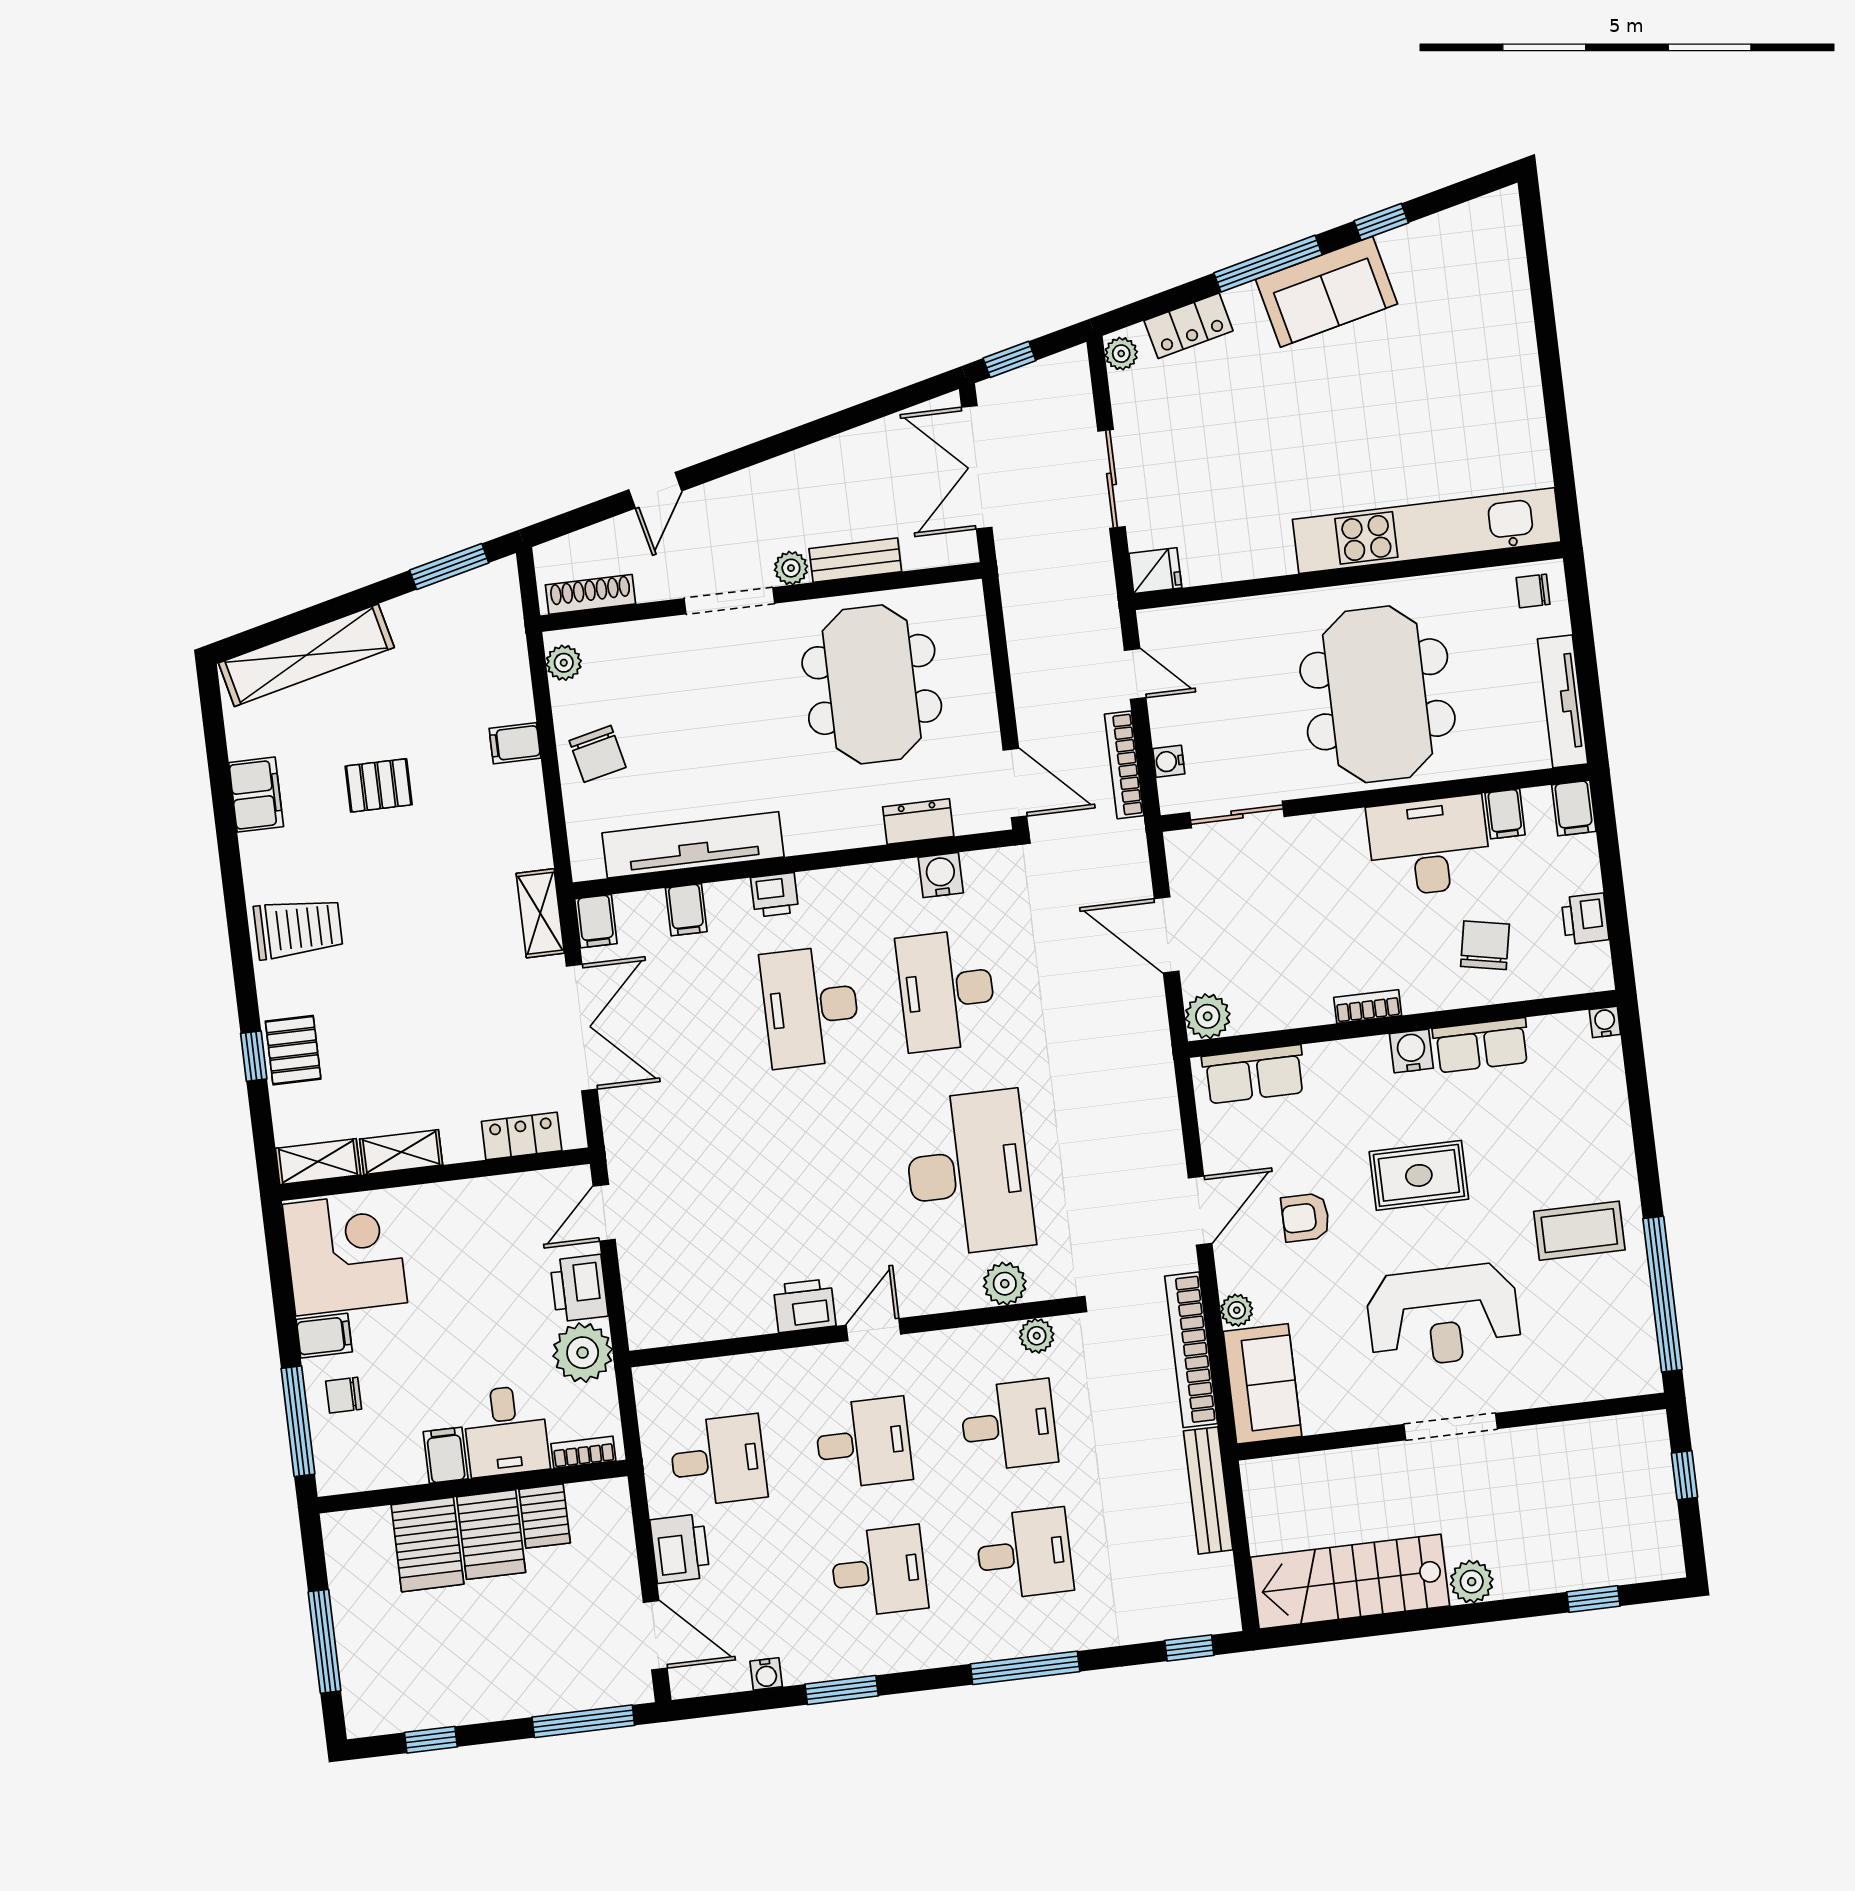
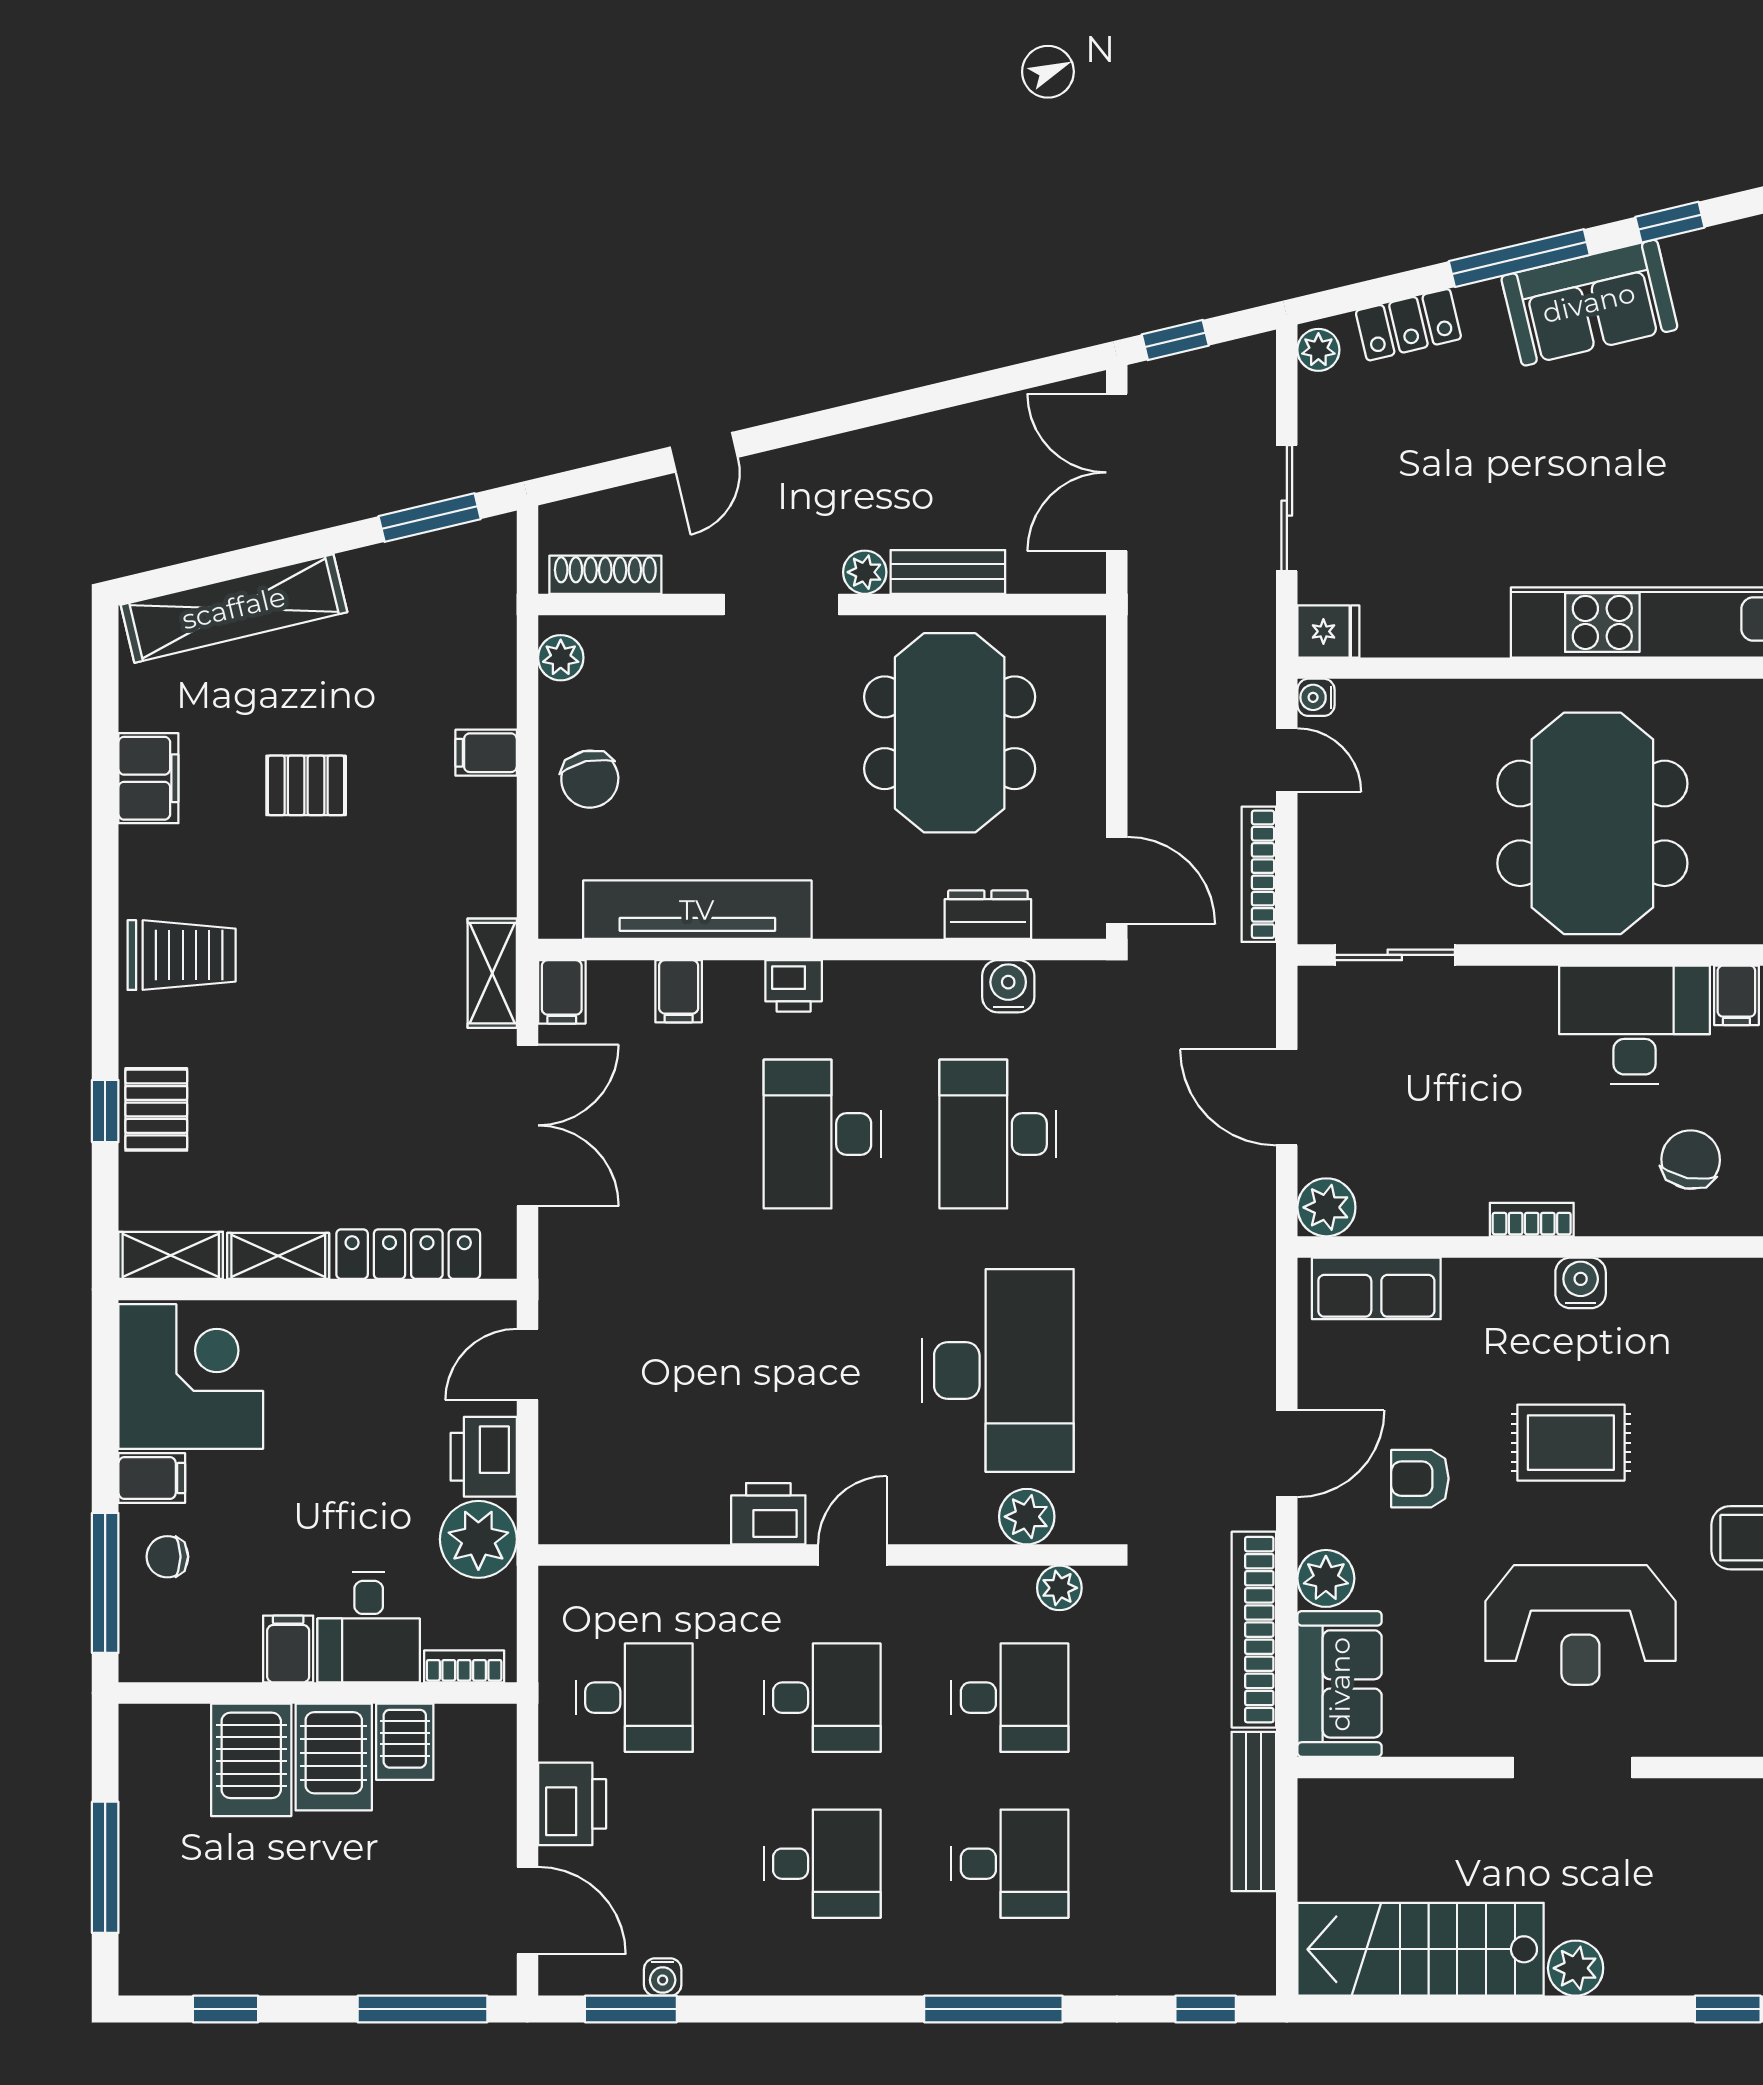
water cooler: (1169, 761) -> (1316, 697), moved
row of seats: (1481, 1045) -> (1671, 1286), removed
locker: (522, 1136) -> (408, 1254), width x1.53
plant: (1237, 1310) -> (1326, 1578), width x1.38, depth x1.38
window: (842, 1690) -> (631, 2009), moved

